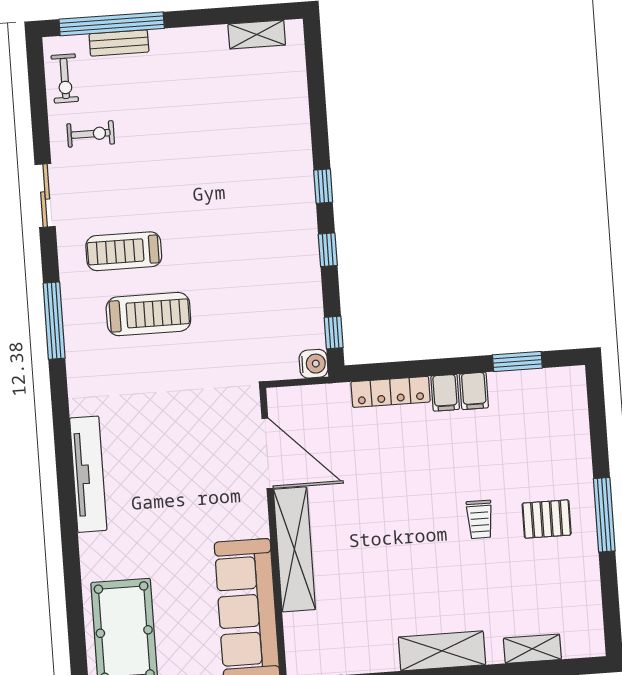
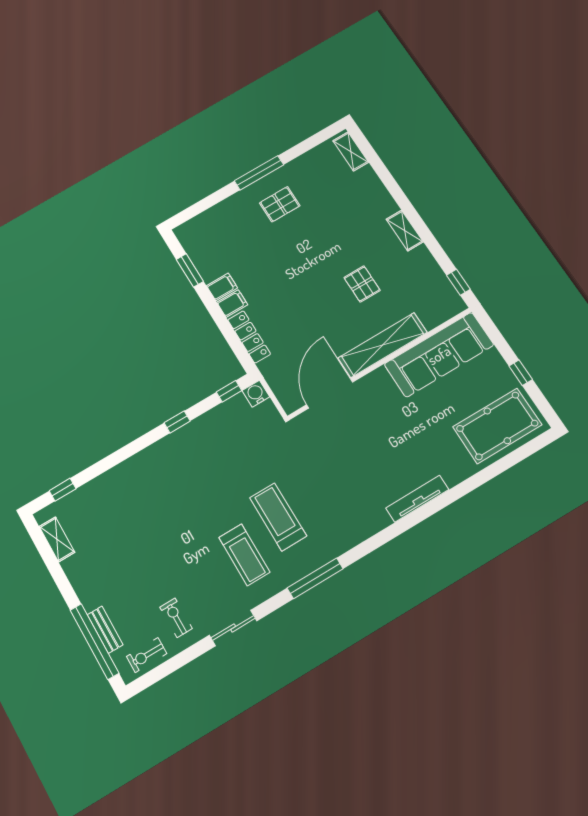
exercise bike: (65, 78) -> (147, 655), turned 180
window: (323, 186) -> (63, 490), moved
tv unit: (88, 474) -> (417, 499), width x0.73, depth x0.78
trolley: (480, 519) -> (301, 243), removed
pallet: (547, 519) -> (280, 204), turned 90
pallet: (386, 566) -> (362, 284), added
shelving: (532, 649) -> (351, 151), moved
shelving: (442, 651) -> (405, 230), width x0.67, depth x0.75

